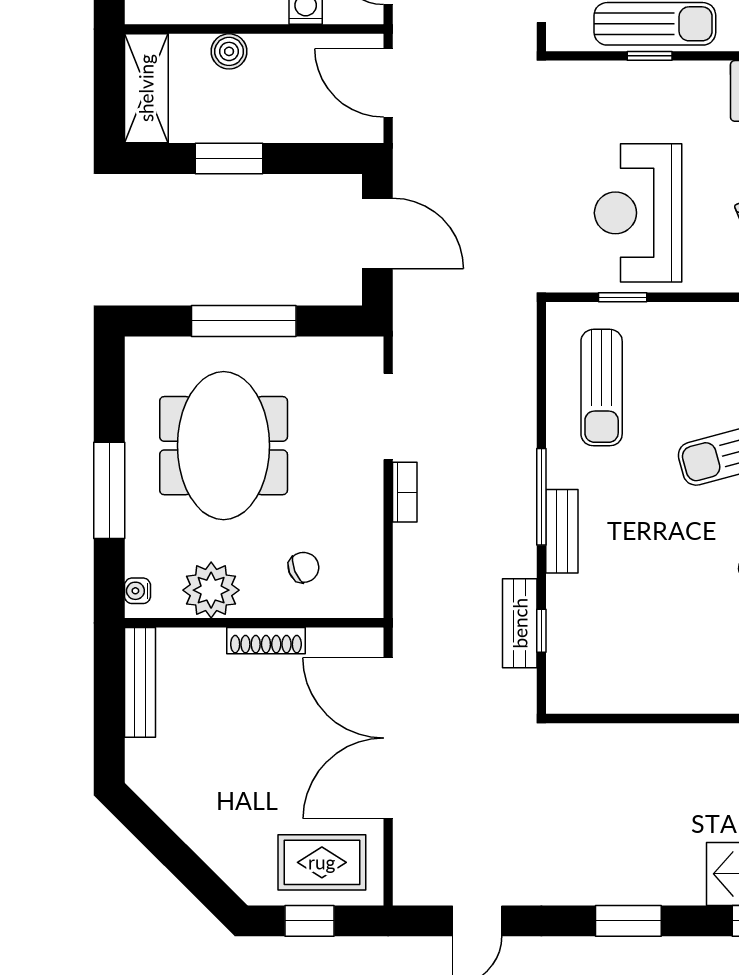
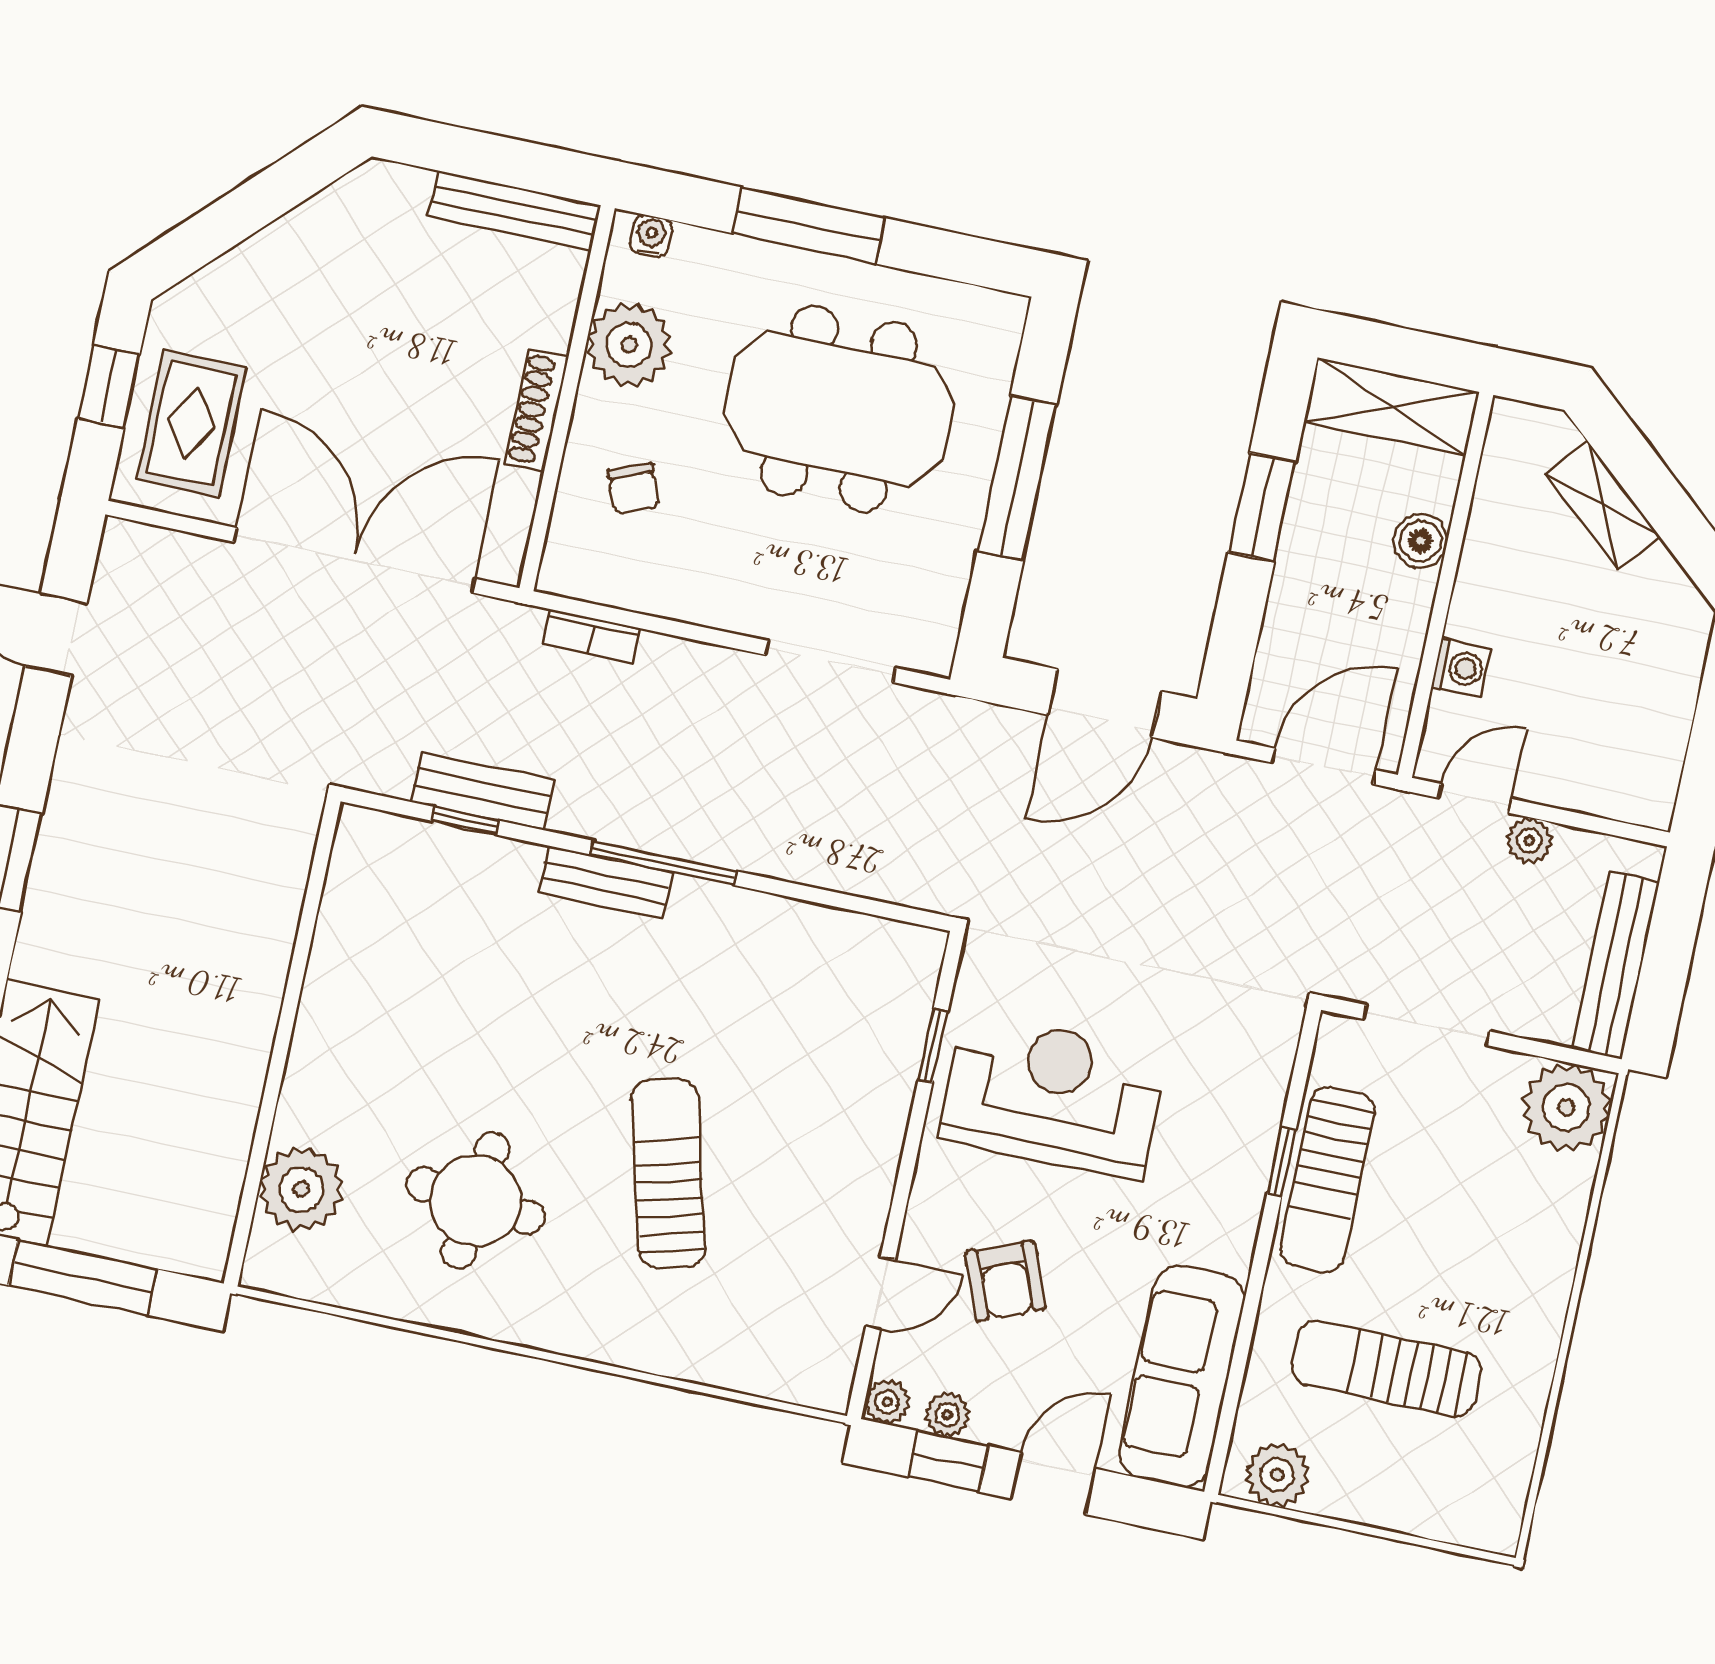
sun lounger: (602, 388) -> (806, 986), removed
bookcase: (405, 492) -> (592, 636), moved

